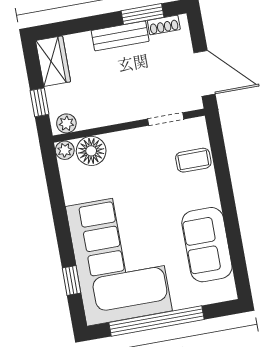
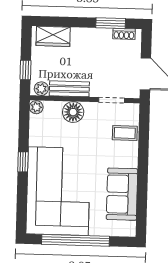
bench: (120, 36) -> (69, 89), moved
wardrobe: (53, 61) -> (53, 36), moved, turned 90
floor lamp: (91, 151) -> (73, 112), moved
window: (72, 281) -> (23, 162), moved

